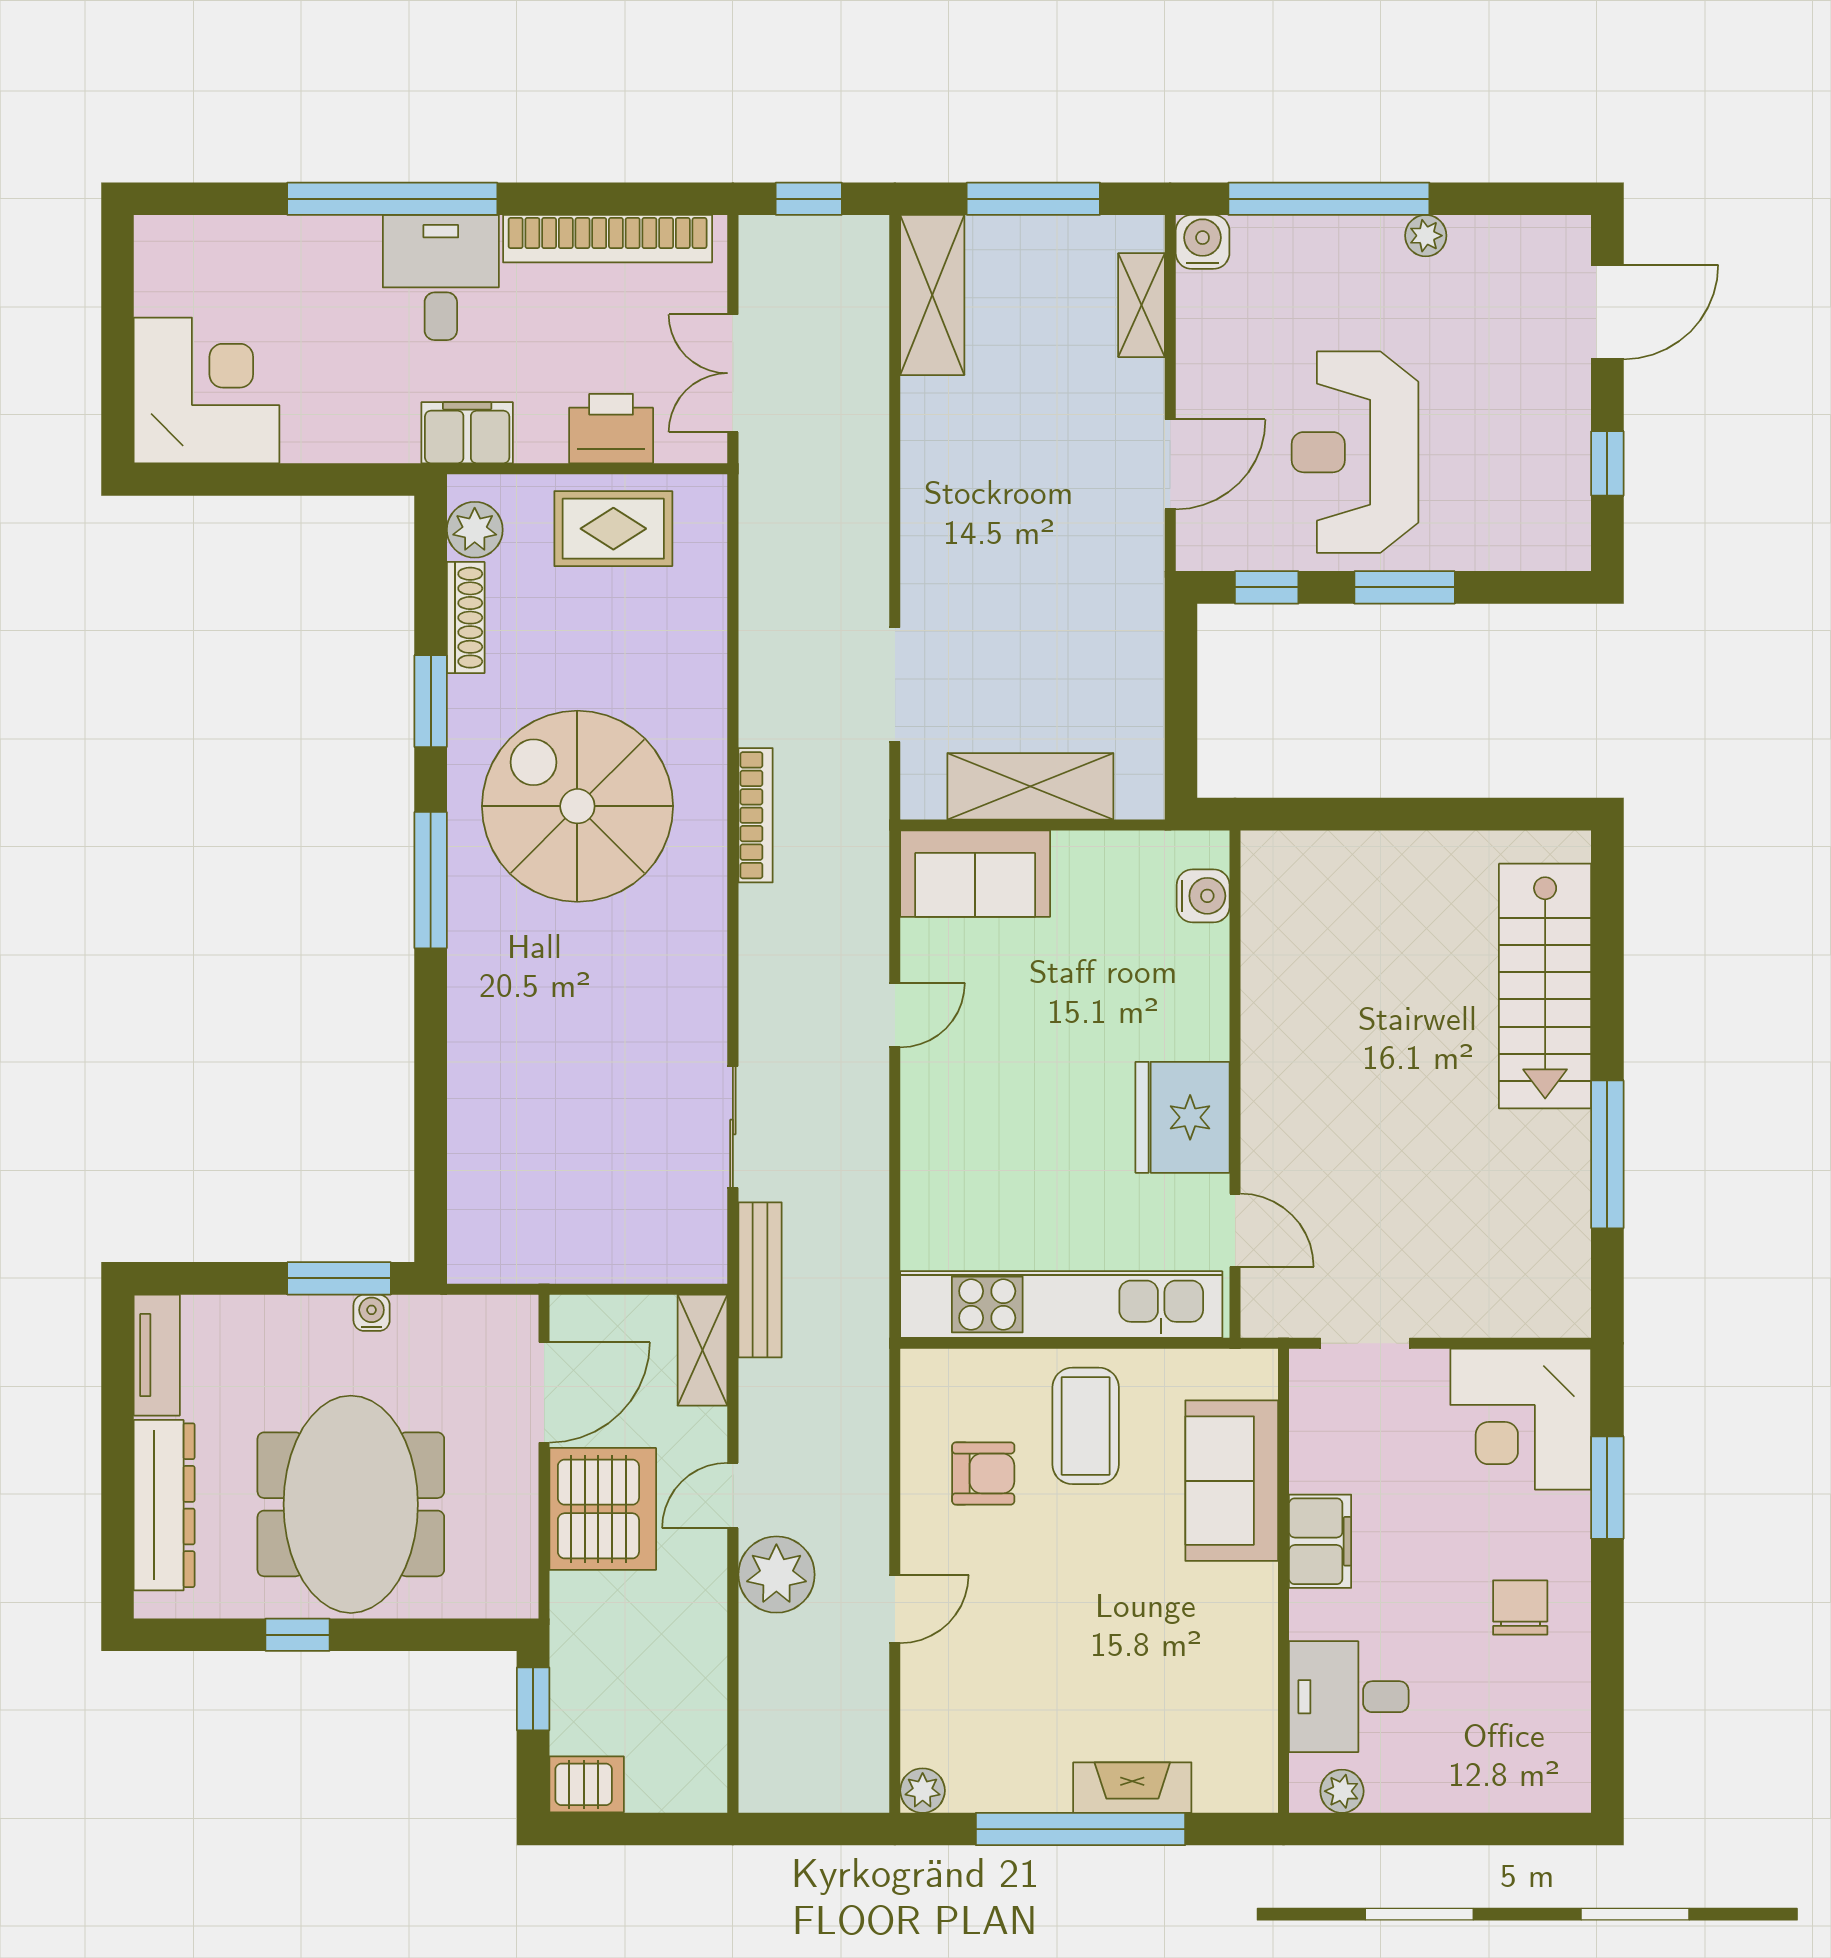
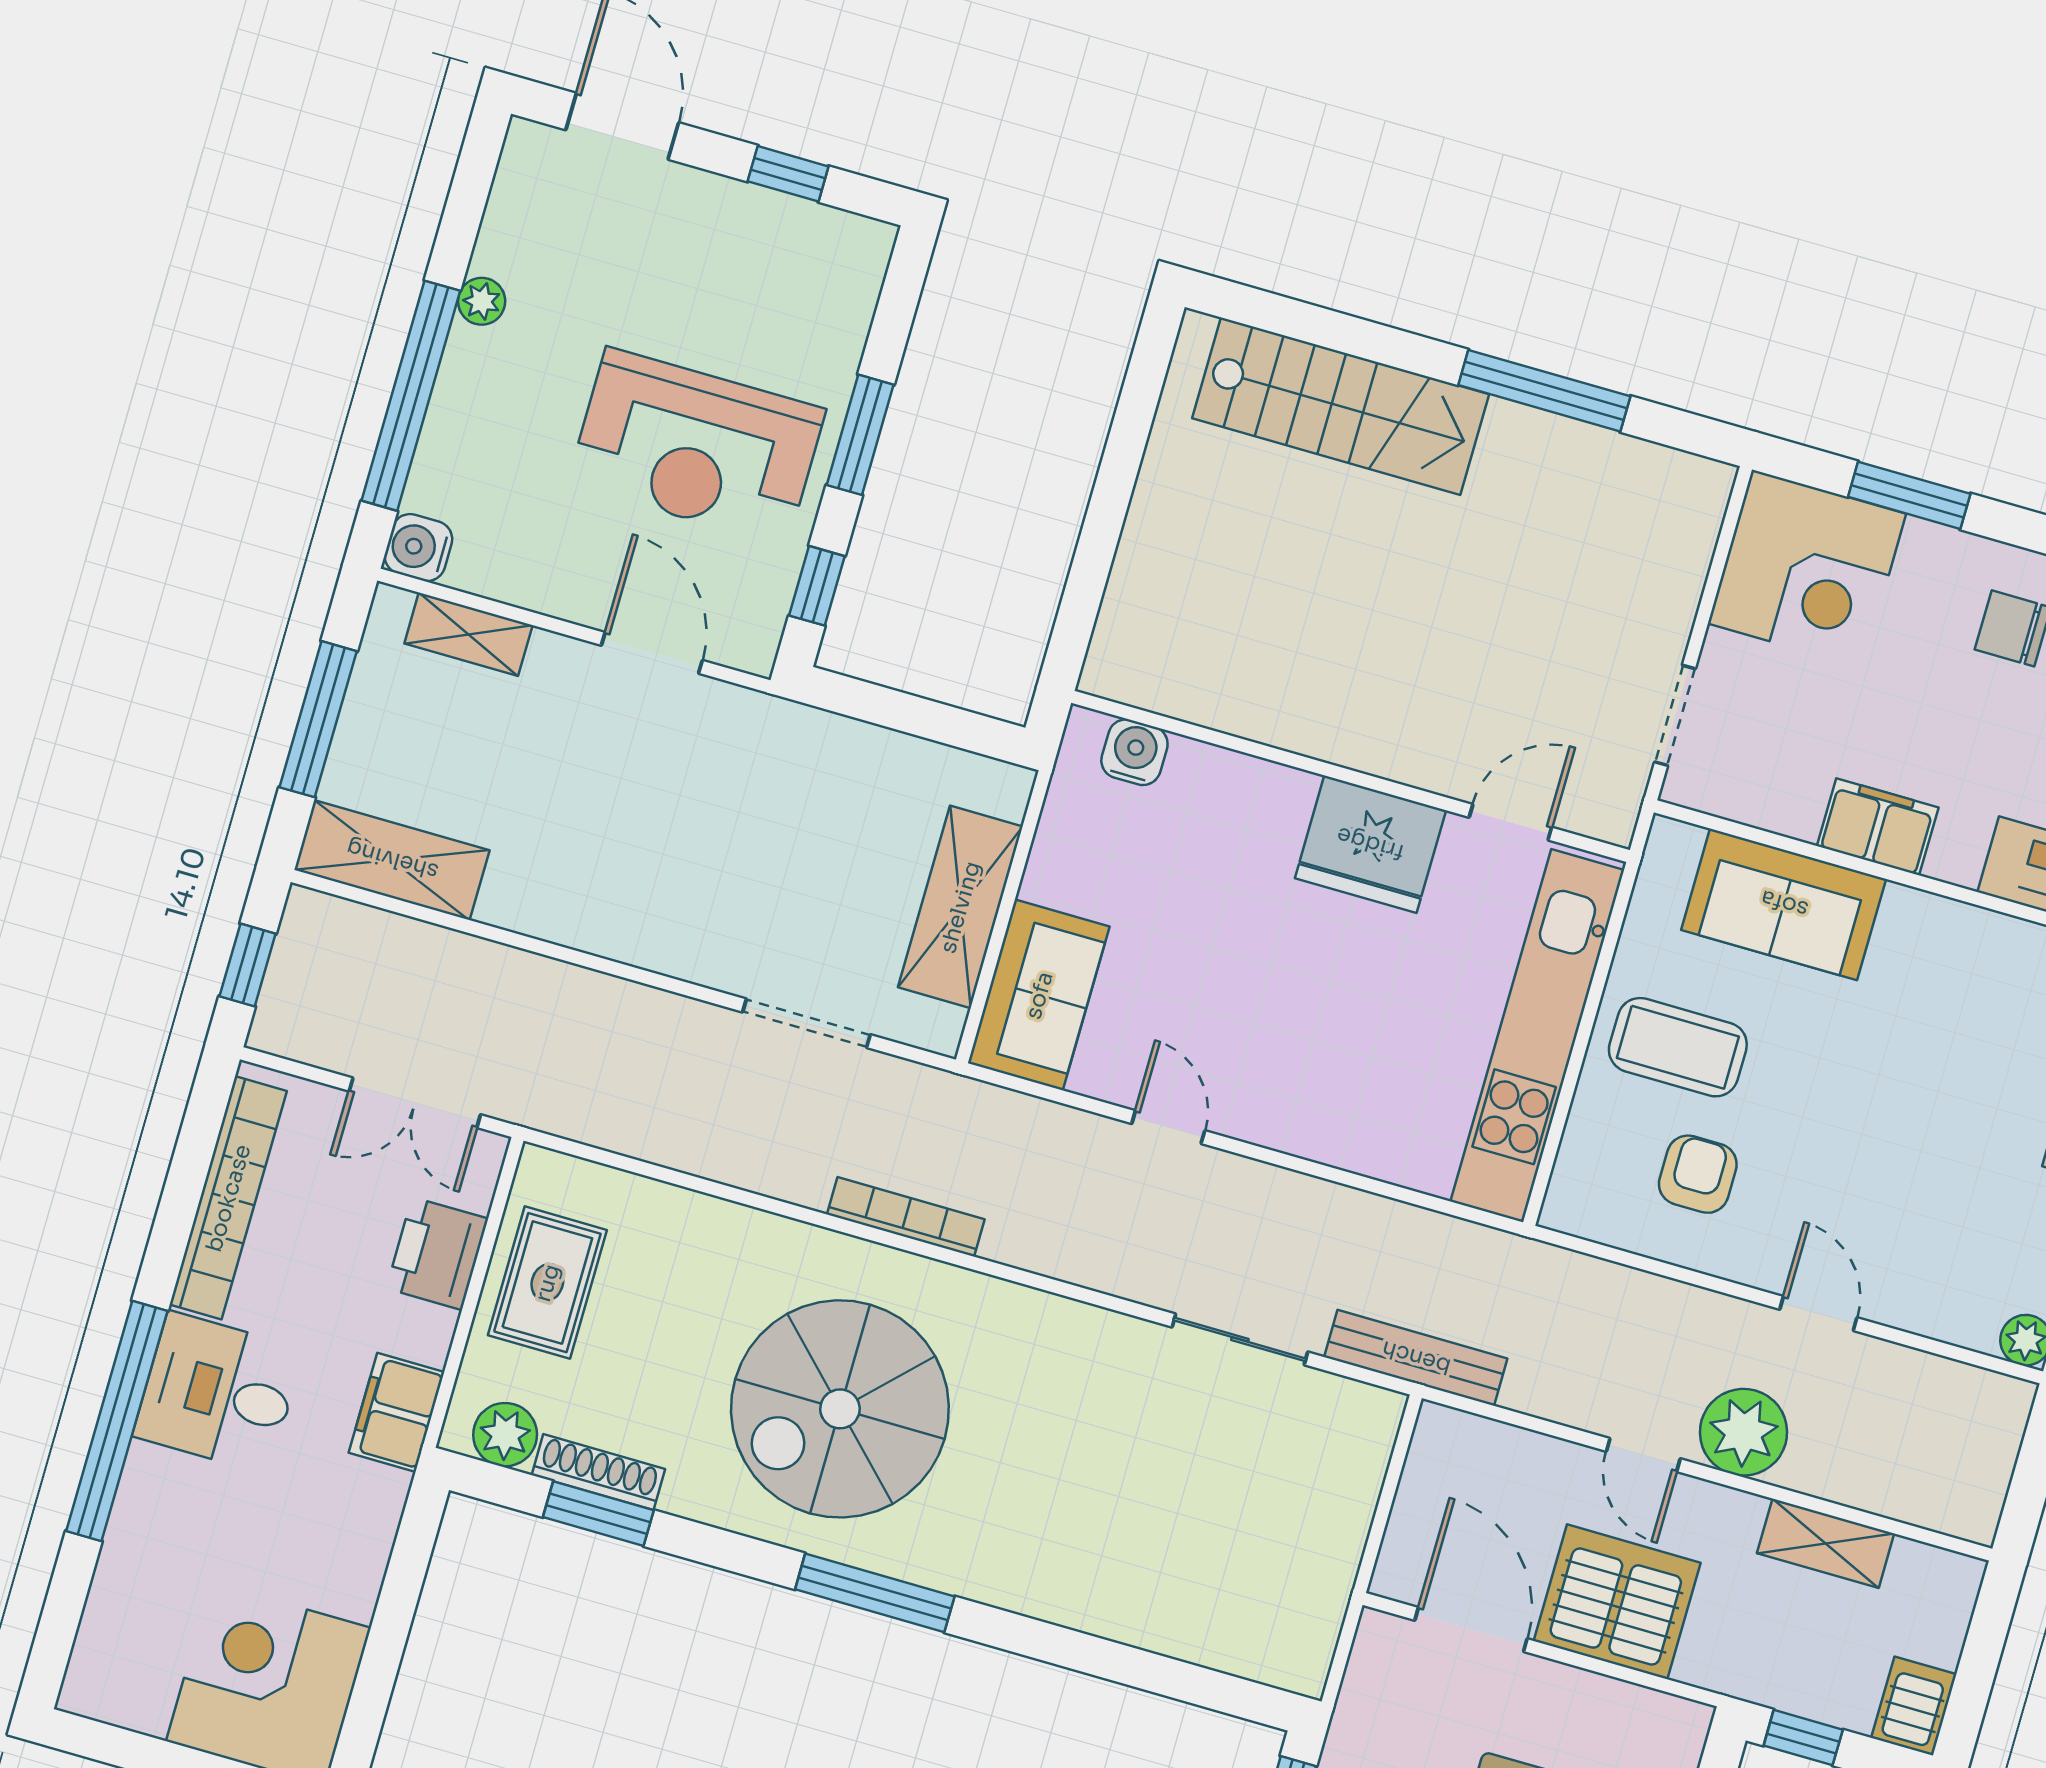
window: (431, 701) -> (598, 1514), moved
shelving: (703, 1350) -> (1826, 1543), moved

